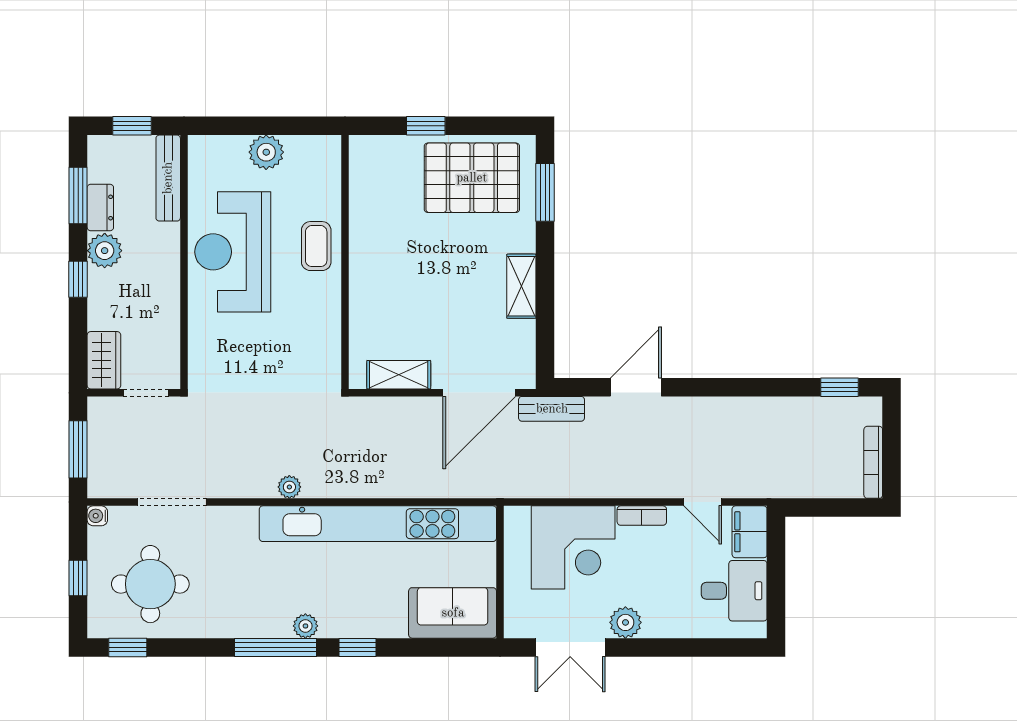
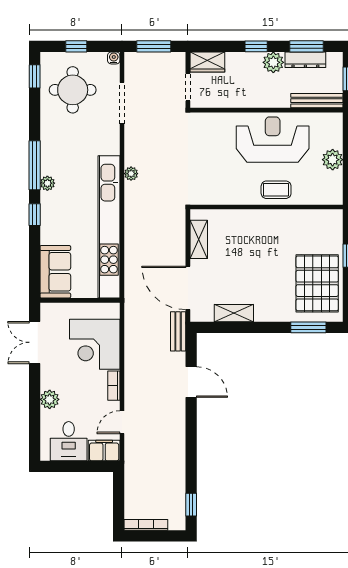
dresser: (100, 207) -> (305, 60), width x1.44
shelving: (521, 286) -> (234, 313), moved
plant: (625, 622) -> (50, 399), moved

